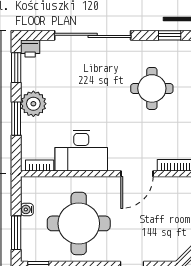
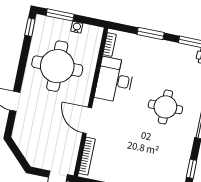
round table: (152, 88) -> (165, 107), moved
plant: (33, 104) -> (160, 50), removed

